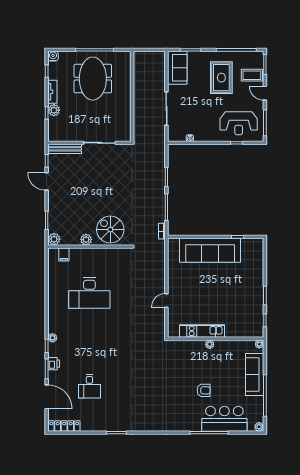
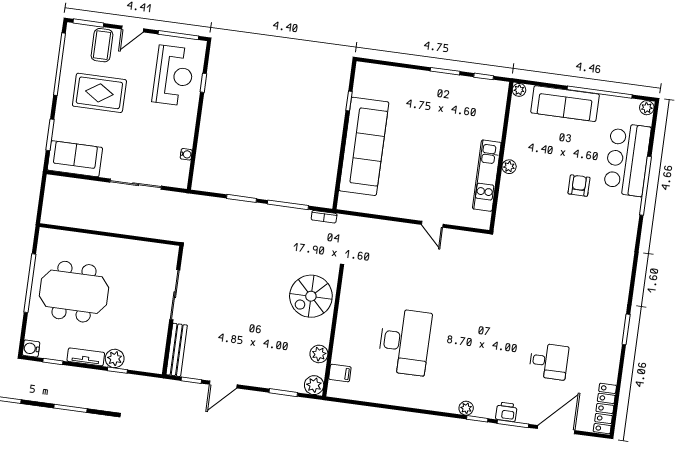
plant: (86, 240) -> (319, 354), moved

